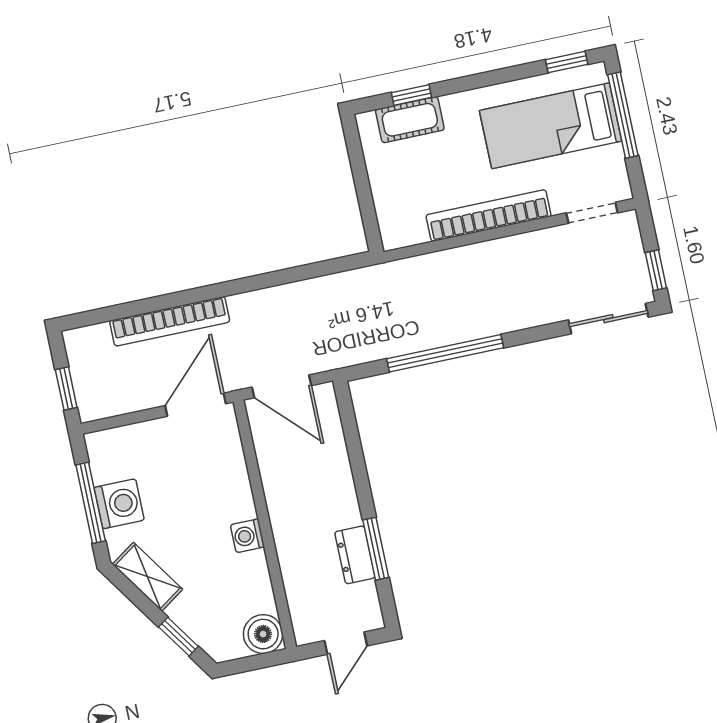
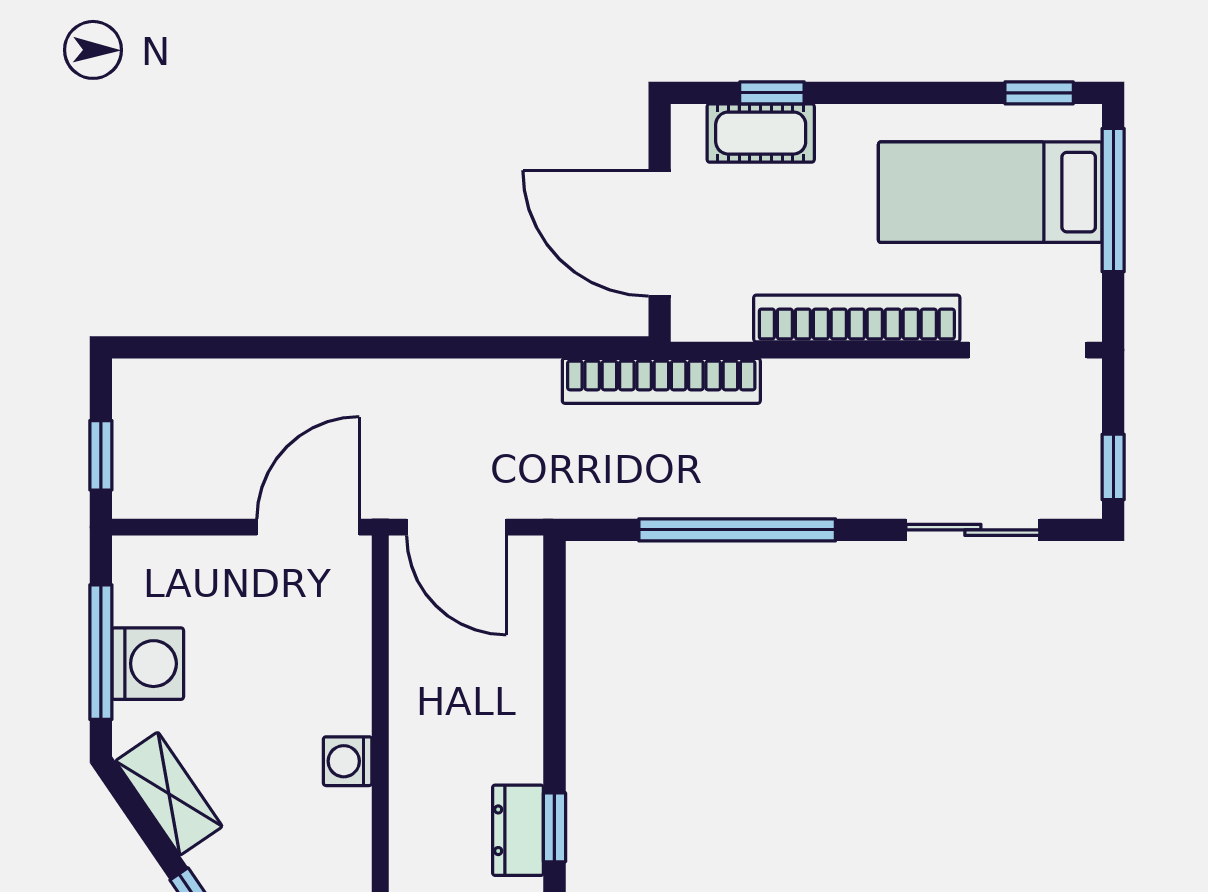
door: (363, 191) -> (660, 233), added
doorway: (592, 213) -> (1028, 350), width x1.38
sliding door: (608, 319) -> (973, 530), moved
bookcase: (170, 321) -> (661, 381), moved
window: (376, 549) -> (554, 827), width x0.67

